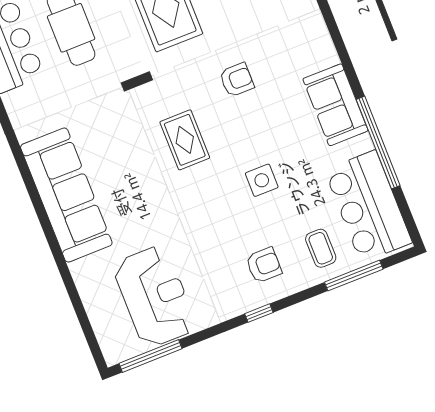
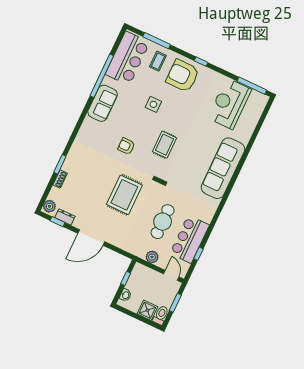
armchair: (264, 265) -> (183, 76), width x1.88, depth x1.88

